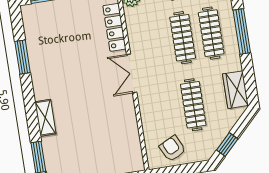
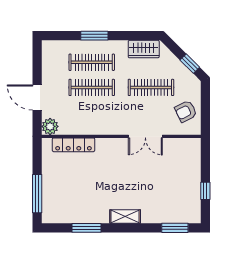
window: (242, 31) -> (94, 36), width x0.69
double door: (132, 73) -> (145, 136), moved
shelving: (45, 118) -> (125, 217), moved

